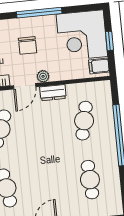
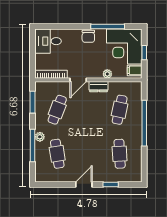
window: (39, 13) -> (108, 27), moved
chair: (27, 45) -> (88, 36), moved
plant: (43, 76) -> (107, 74), moved

